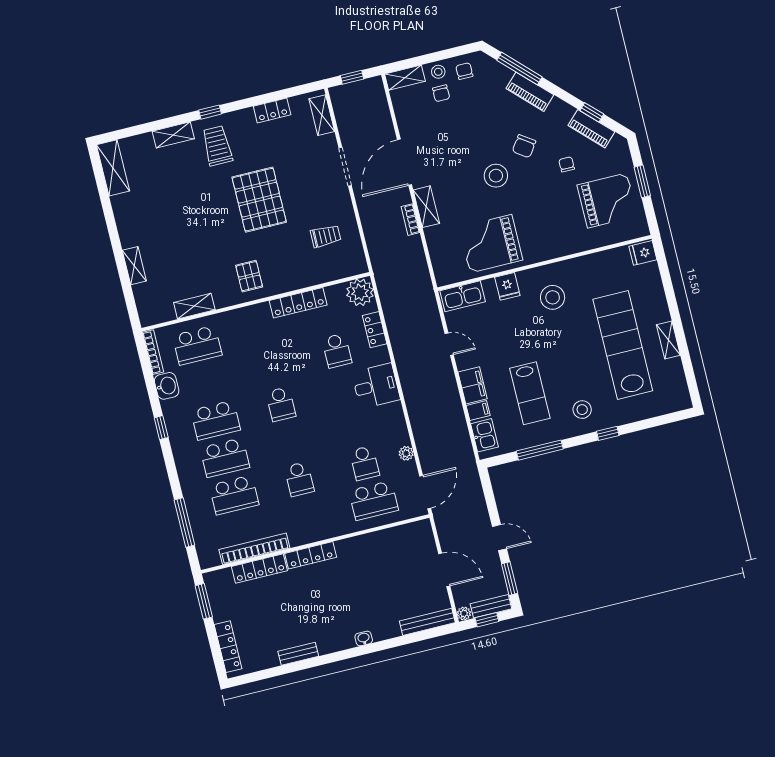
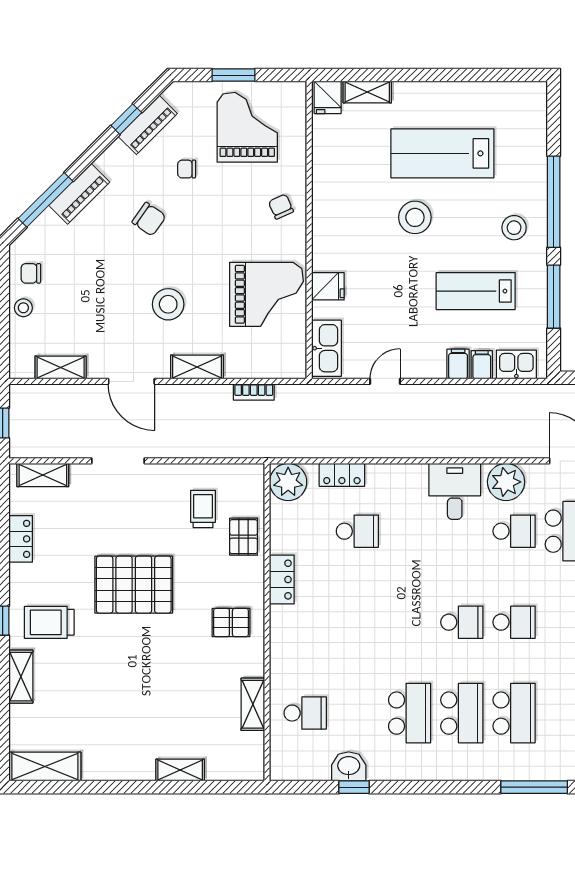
shelving: (405, 78) -> (61, 368), moved, turned 90
chair: (441, 93) -> (281, 207), moved, turned -114
door: (404, 162) -> (131, 381), width x0.73
stool: (496, 176) -> (168, 304), moved
bookcase: (410, 220) -> (254, 392), moved
grand piano: (491, 244) -> (266, 294), turned -90
pallet: (313, 270) -> (244, 537), added
stool: (553, 297) -> (415, 217), moved
locker: (298, 303) -> (282, 580), width x0.66
shelving: (668, 340) -> (367, 92), moved
school desk: (197, 345) -> (305, 713), width x0.54
lab bench: (623, 345) -> (442, 153), width x0.73
bookcase: (153, 352) -> (300, 773), removed
filing cabinet: (473, 385) -> (458, 364), width x0.50
desk: (376, 386) -> (455, 491), moved
lab bench: (530, 393) -> (476, 291), turned 180
school desk: (281, 404) -> (462, 622), moved
window: (161, 428) -> (354, 787), moved
window: (608, 433) -> (554, 202), width x3.17
plant: (406, 453) -> (506, 482), width x1.87, depth x1.87

